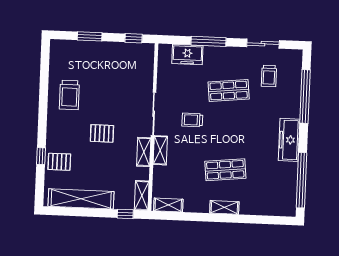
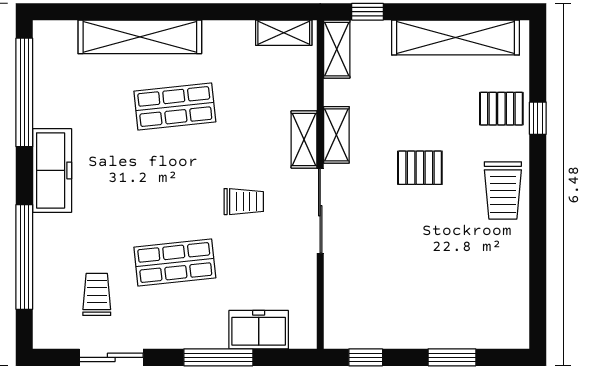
trolley: (69, 95) -> (503, 190), moved, turned 180
shelving: (224, 207) -> (140, 37), width x2.20, depth x1.33

